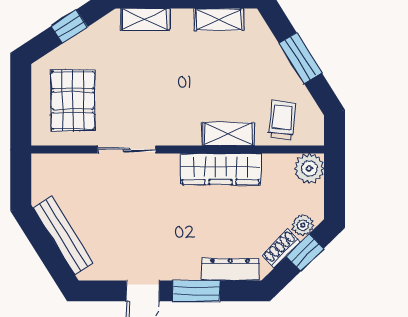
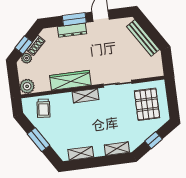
shelving: (228, 134) -> (86, 96), moved
dresser: (230, 269) -> (72, 30), moved

